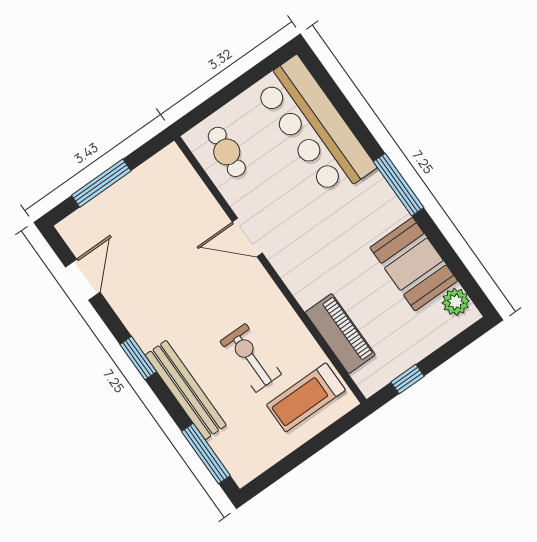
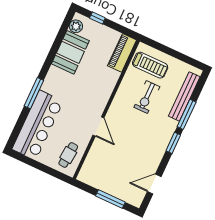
window: (399, 185) -> (34, 93), moved
piano: (340, 334) -> (122, 53), moved
window: (408, 379) -> (97, 18), moved
bench: (186, 390) -> (184, 96), moved
window: (206, 454) -> (187, 114), moved

